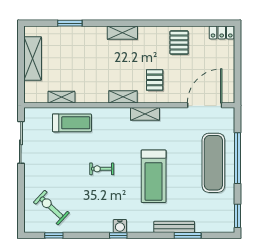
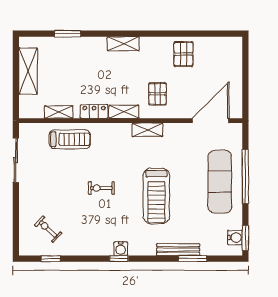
locker: (222, 32) -> (94, 112), moved, turned 180
exercise bike: (51, 208) -> (48, 229), width x0.73, depth x0.72
water cooler: (228, 215) -> (235, 237), added

